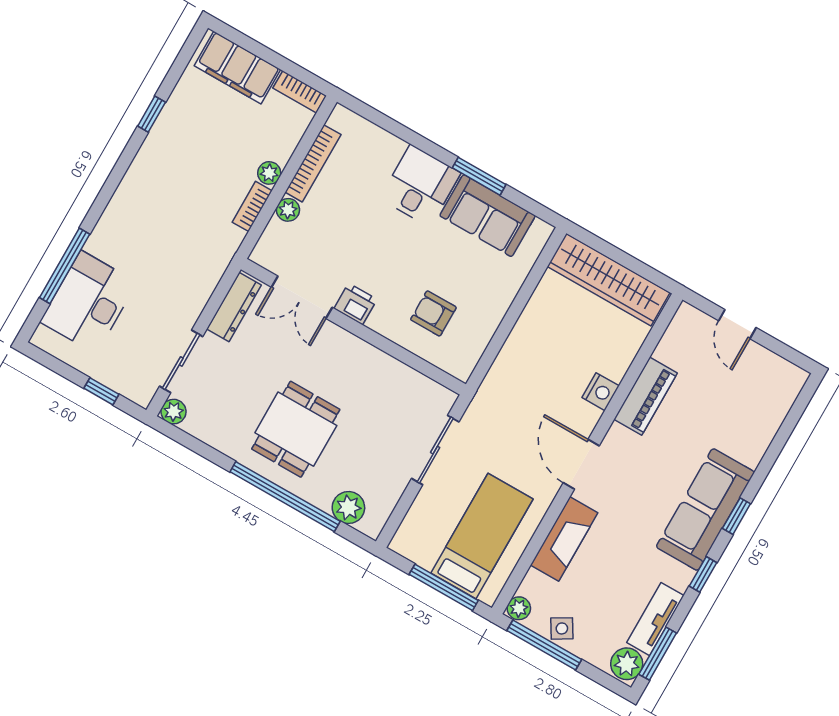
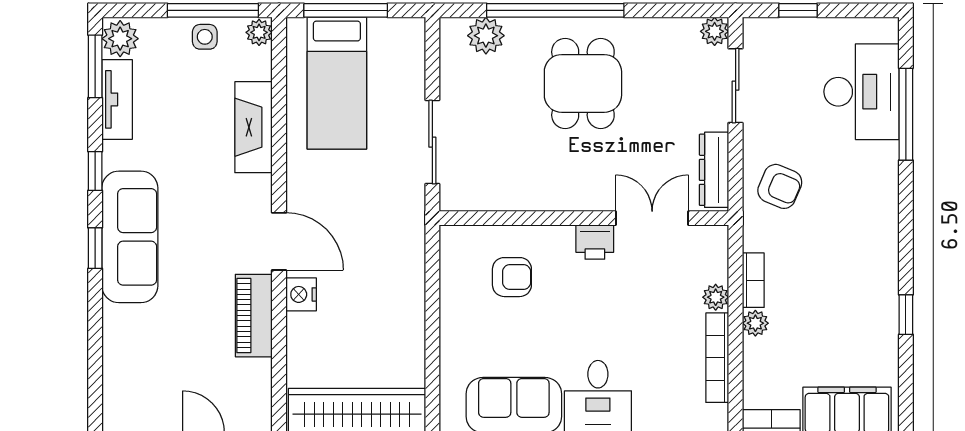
armchair: (191, 266) -> (780, 186), added
door: (581, 464) -> (279, 241), moved
side table: (562, 628) -> (205, 37), turned 31

